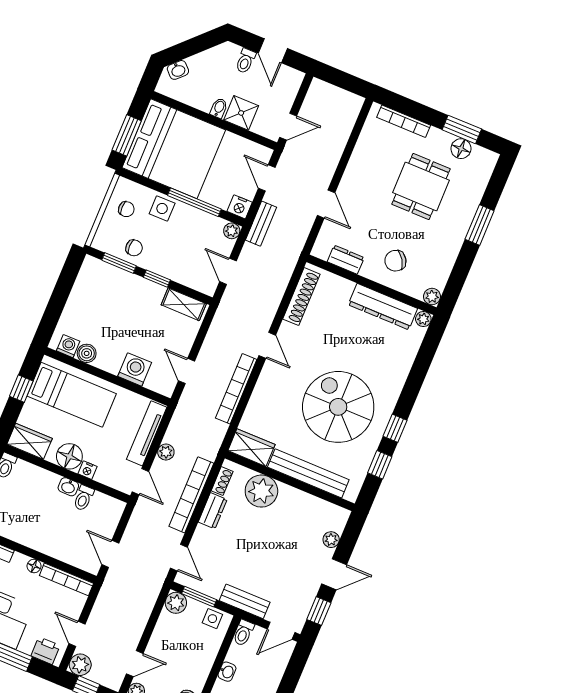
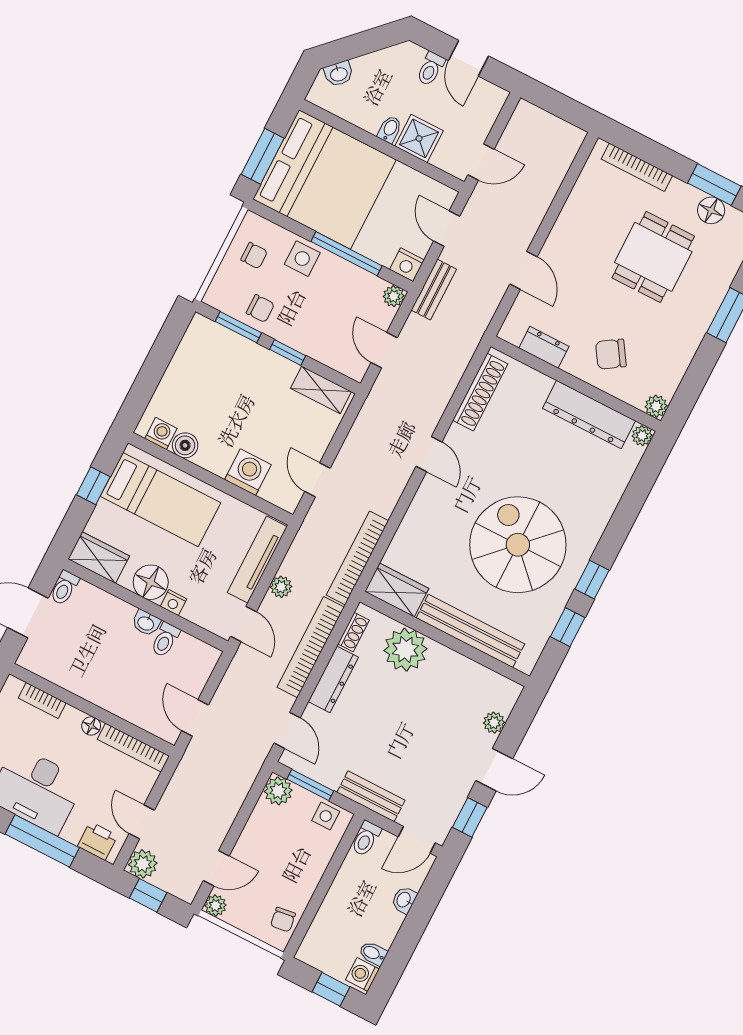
bookcase: (236, 389) -> (357, 558), moved
dresser: (213, 511) -> (333, 679), width x1.44
washbasin: (227, 672) -> (404, 900), moved, turned 180

